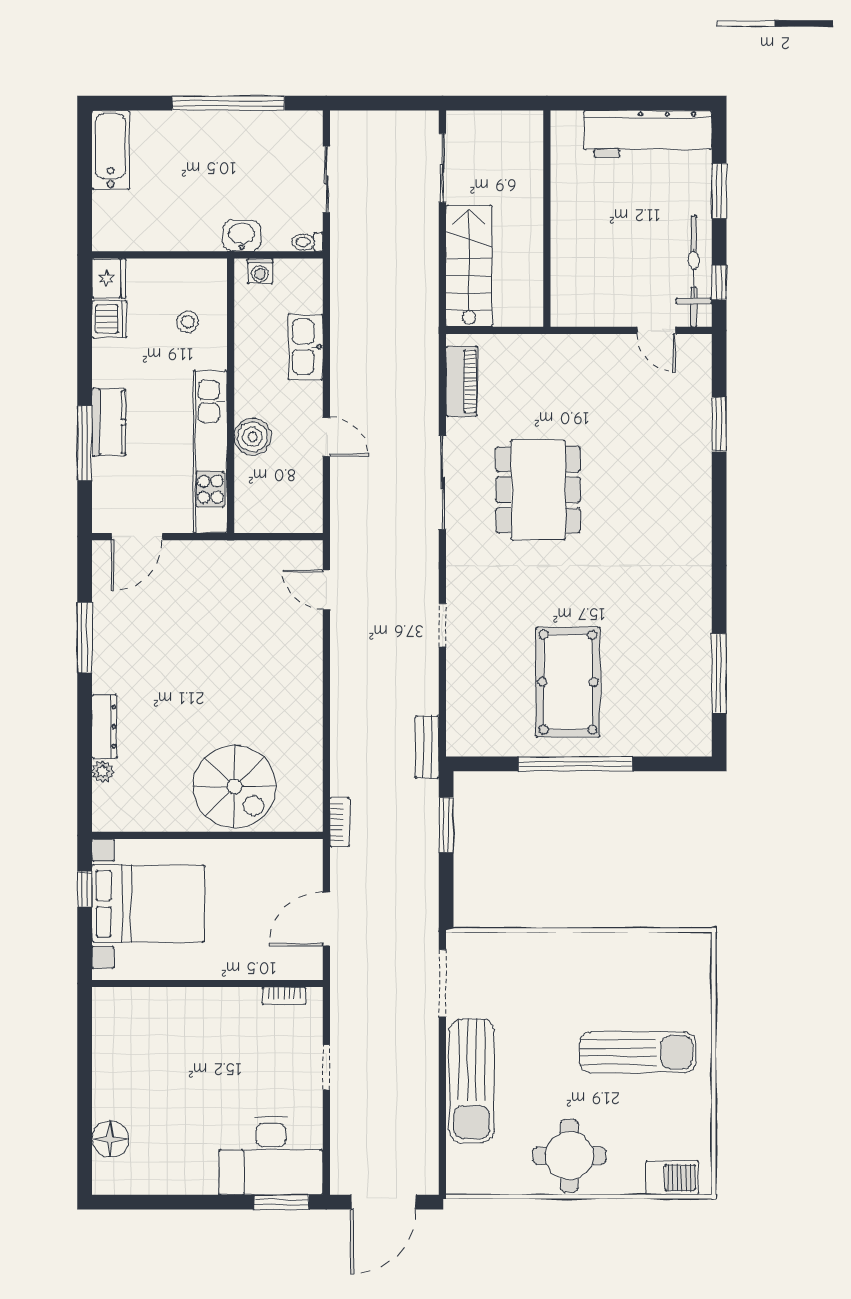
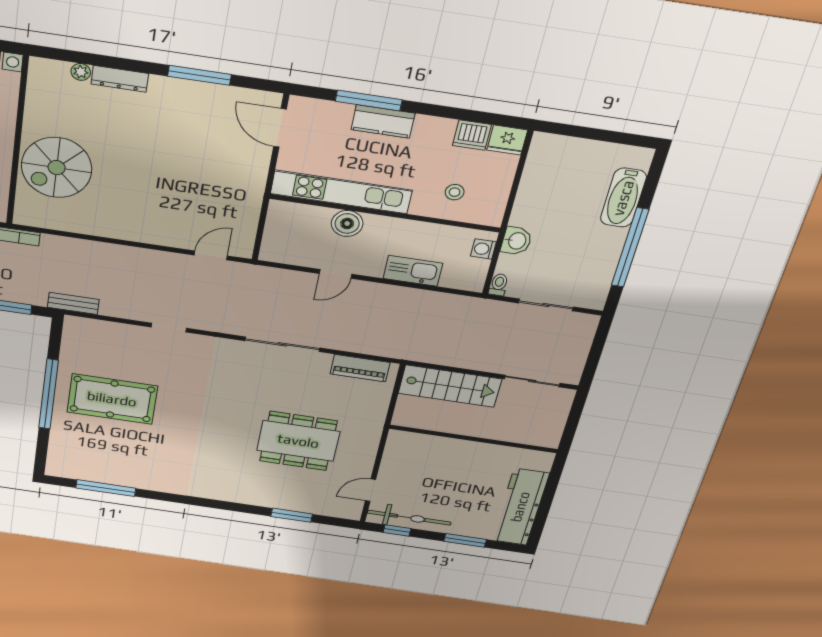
bathtub: (110, 150) -> (623, 198), moved, turned 90
dining table: (538, 490) -> (298, 441), moved

